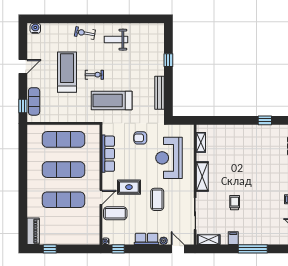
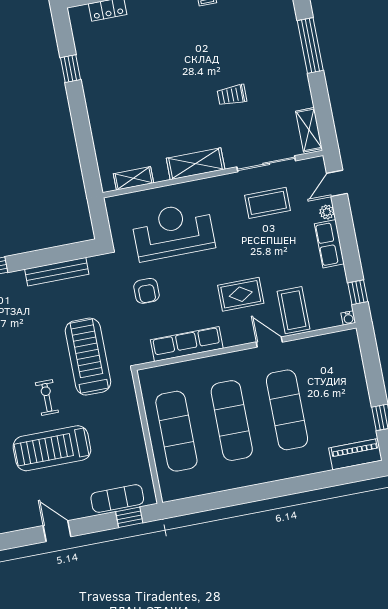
treadmill: (112, 100) -> (88, 357), turned 180
reception desk: (169, 158) -> (173, 231), turned 180
rug: (129, 187) -> (241, 294), turned 90
coffee table: (157, 199) -> (267, 203), moved
filing cabinet: (233, 238) -> (298, 85), removed

